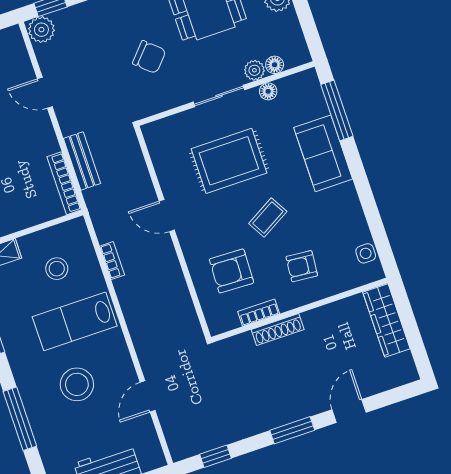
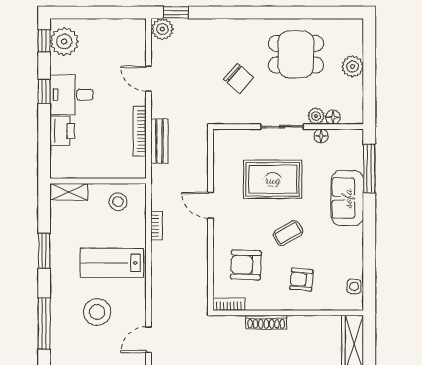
bookcase: (64, 183) -> (140, 131), moved
stool: (57, 269) -> (118, 202), moved
bookcase: (259, 313) -> (229, 304), moved

